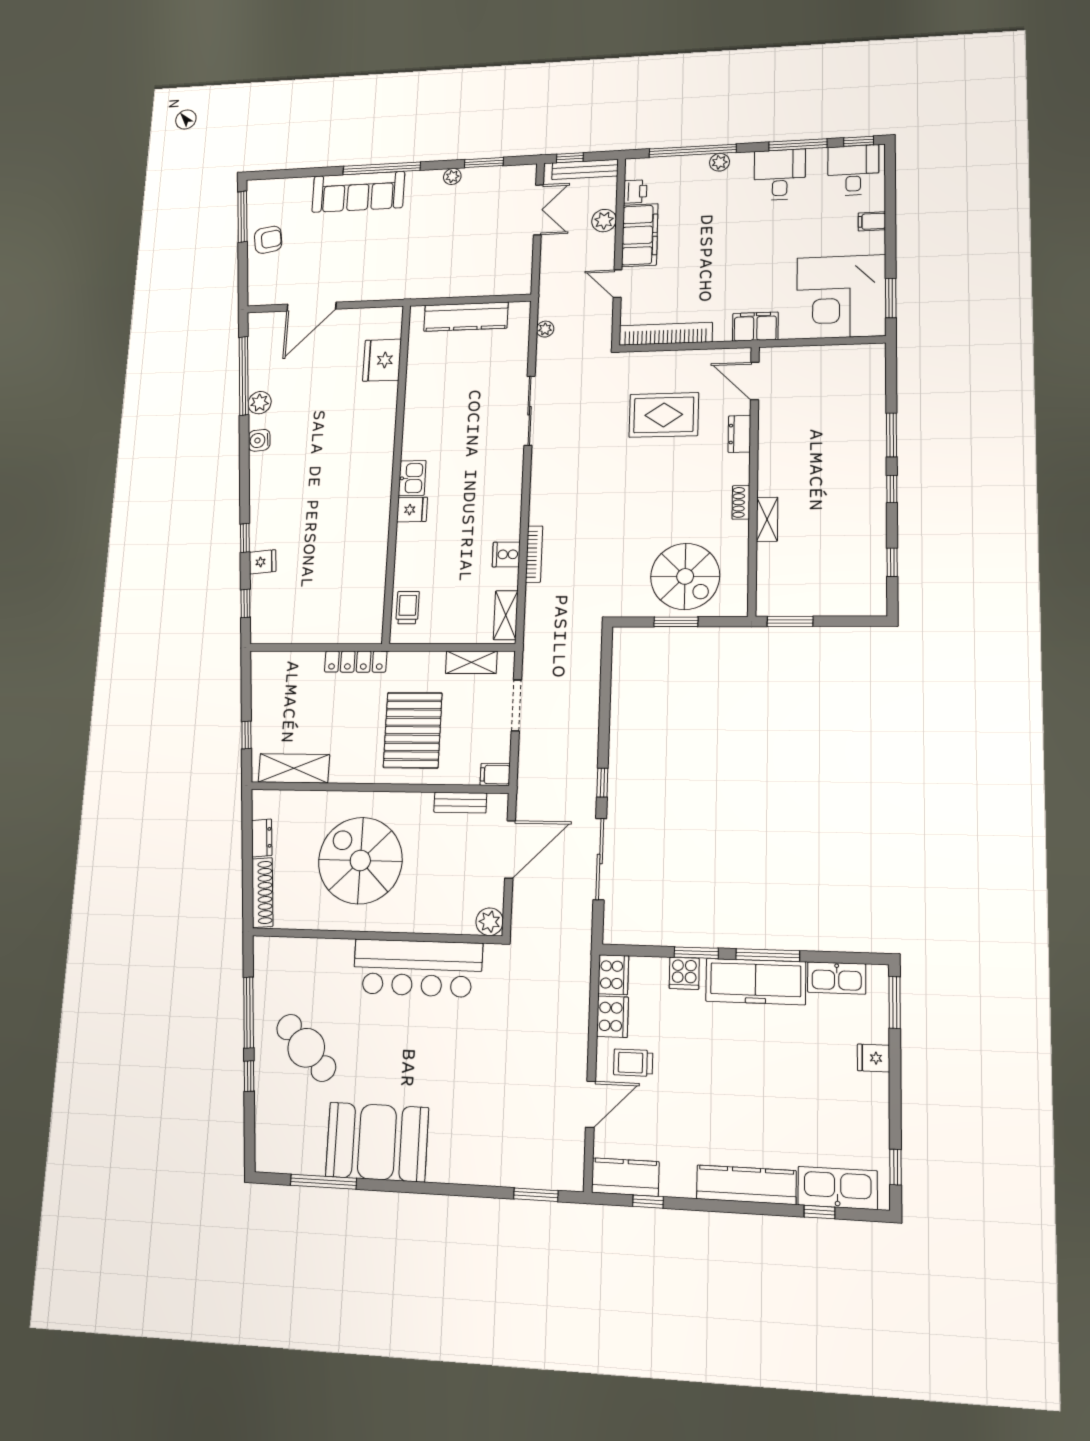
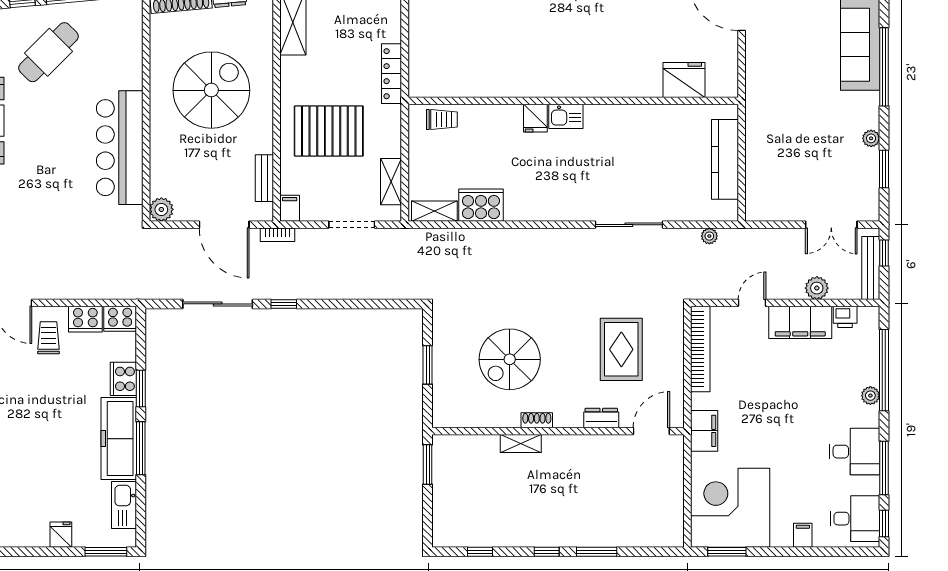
cooker: (506, 554) -> (481, 205), width x1.87, depth x1.31
bookcase: (534, 554) -> (277, 235), moved, width x0.64
spiral stairs: (685, 576) -> (510, 359), moved
cooker: (684, 973) -> (123, 379), width x1.36

